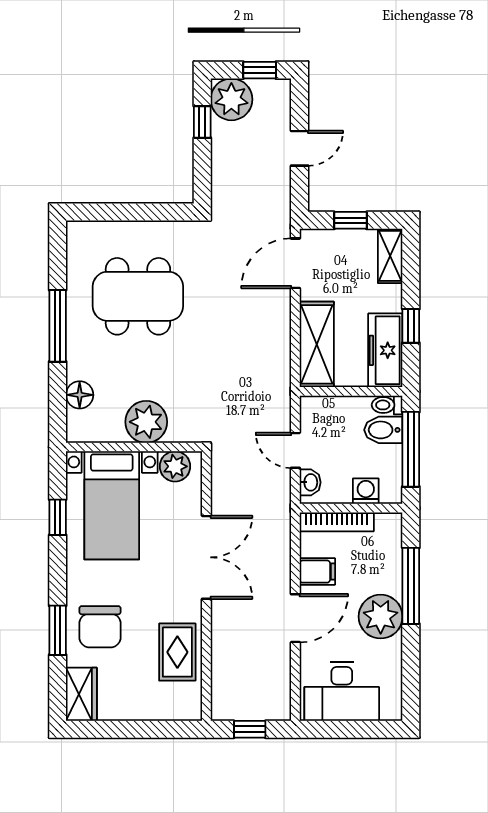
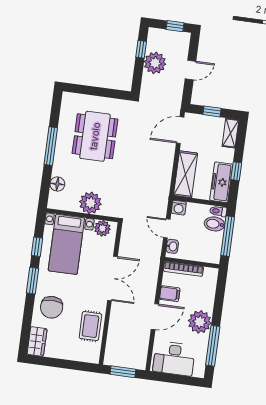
plant: (231, 99) -> (155, 63), moved
dining table: (138, 296) -> (95, 136), turned 90
washing machine: (366, 491) -> (179, 208), moved, turned 180
window: (411, 586) -> (213, 346), moved
window: (58, 630) -> (33, 281), moved
window: (250, 729) -> (123, 372), width x1.50

